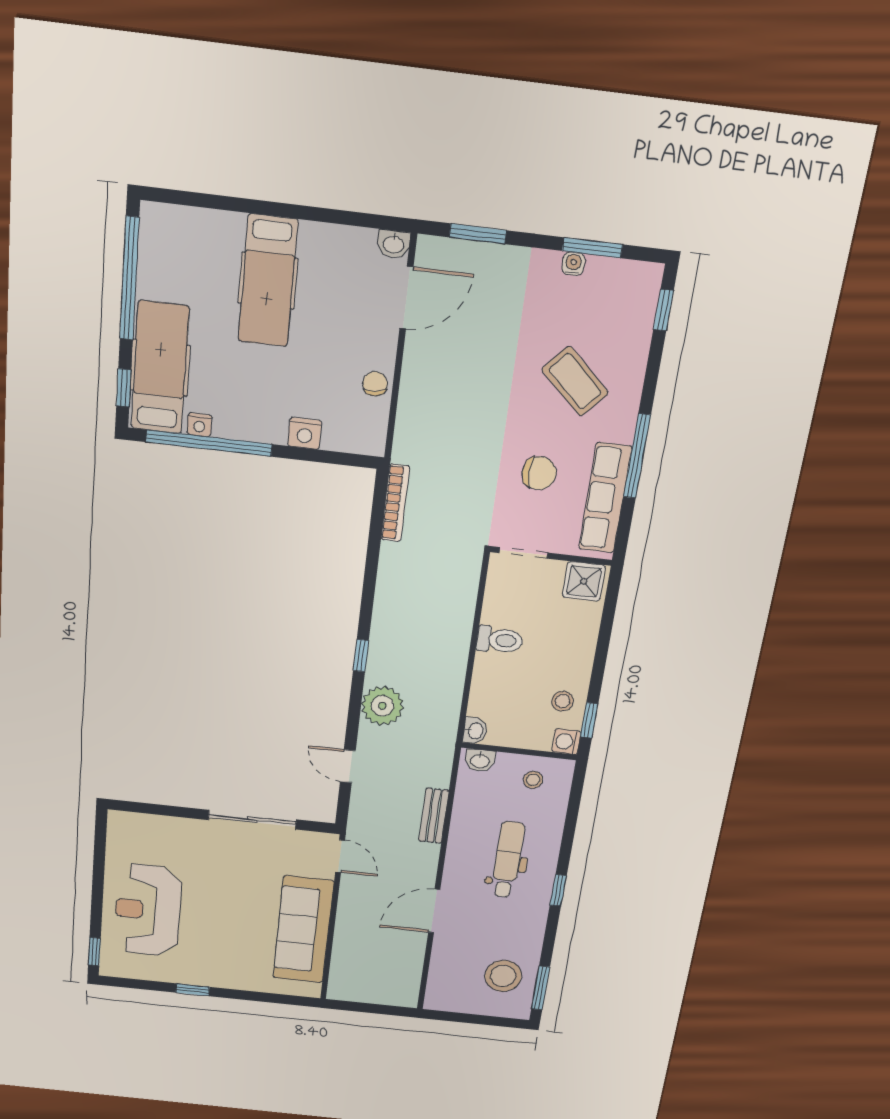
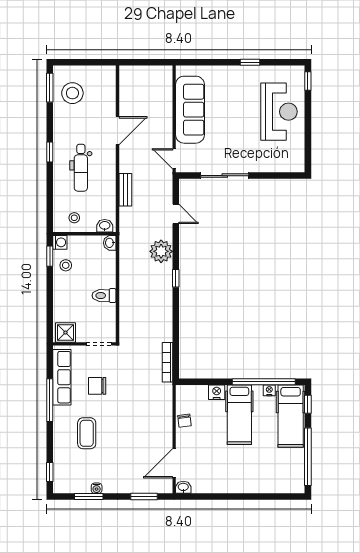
hospital bed: (268, 281) -> (239, 415), moved, turned 180
coffee table: (575, 381) -> (87, 433), turned 48

